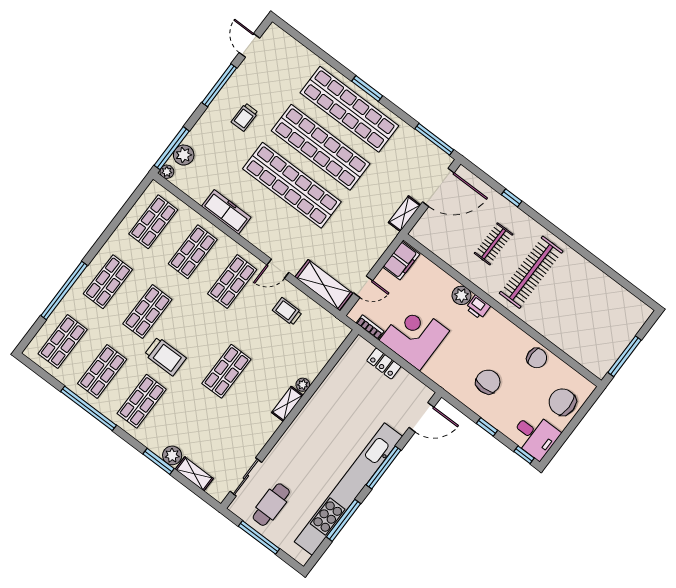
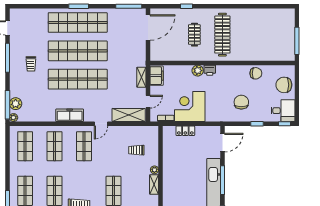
freezer: (226, 212) -> (70, 115), moved
shelving: (404, 214) -> (141, 77), moved
trolley: (287, 311) -> (136, 150), moved

